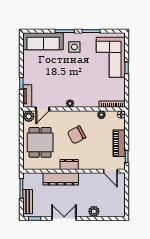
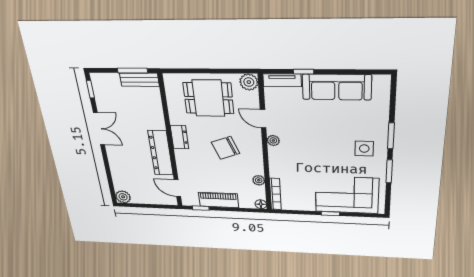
sofa: (43, 41) -> (337, 87), moved, turned -90
door: (43, 109) -> (263, 119), moved
chair: (77, 135) -> (225, 148), turned -83
door: (110, 171) -> (177, 188), hinge flipped
dresser: (61, 179) -> (161, 153), moved
bench: (28, 202) -> (139, 80), moved
plant: (94, 211) -> (123, 197), moved

